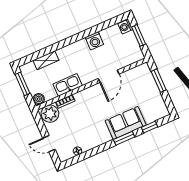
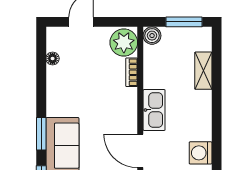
kitchen sink: (68, 85) -> (154, 110), moved

